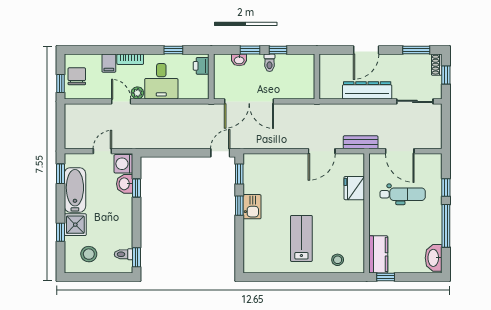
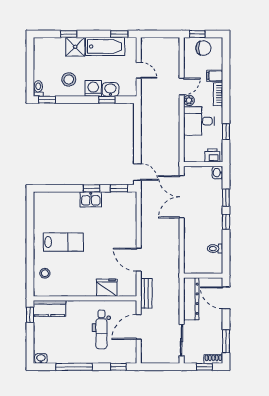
washbasin: (239, 60) -> (217, 173), moved
toilet: (270, 63) -> (215, 249), moved
wall: (317, 77) -> (203, 276), moved
washing machine: (123, 164) -> (93, 88), moved
window: (446, 187) -> (118, 367), moved
stool: (89, 254) -> (69, 79), moved
toilet: (124, 254) -> (38, 88), moved
washbasin: (434, 258) -> (41, 359), width x0.52, depth x0.69

